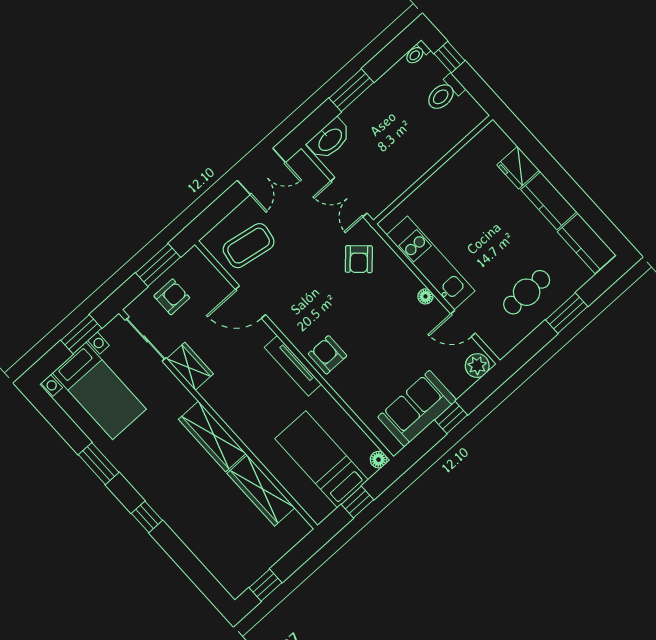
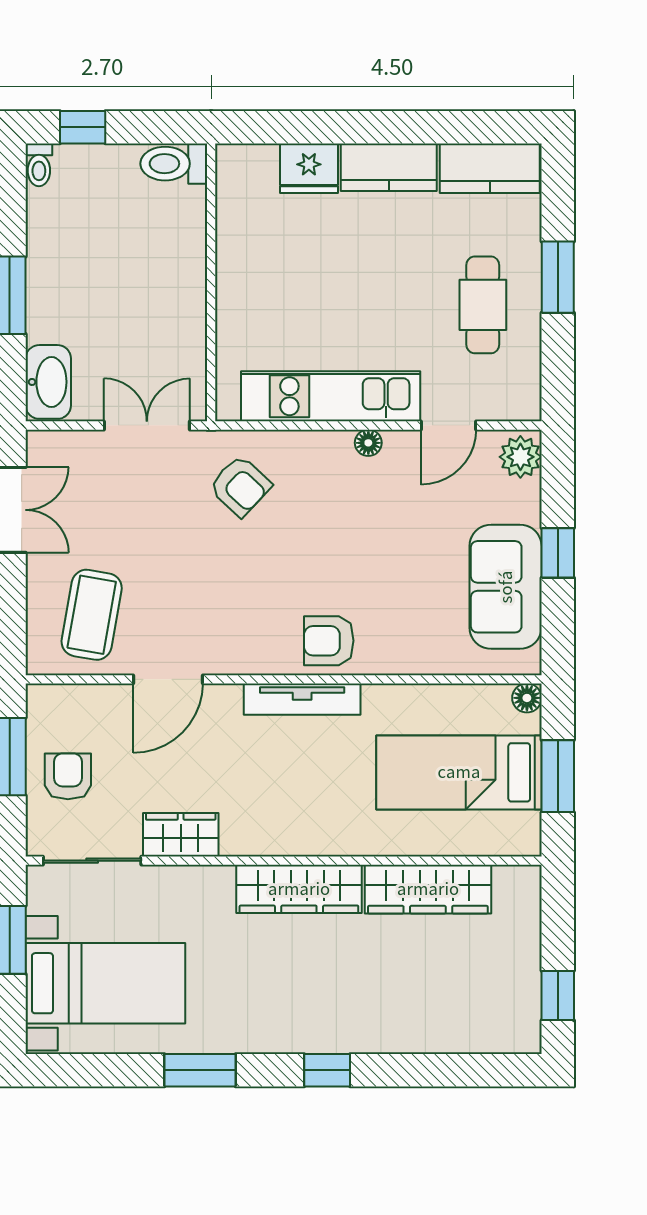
toilet: (445, 93) -> (174, 164), moved, turned 90
double door: (349, 197) -> (147, 425), swing flipped
window: (357, 502) -> (558, 776), width x1.50

